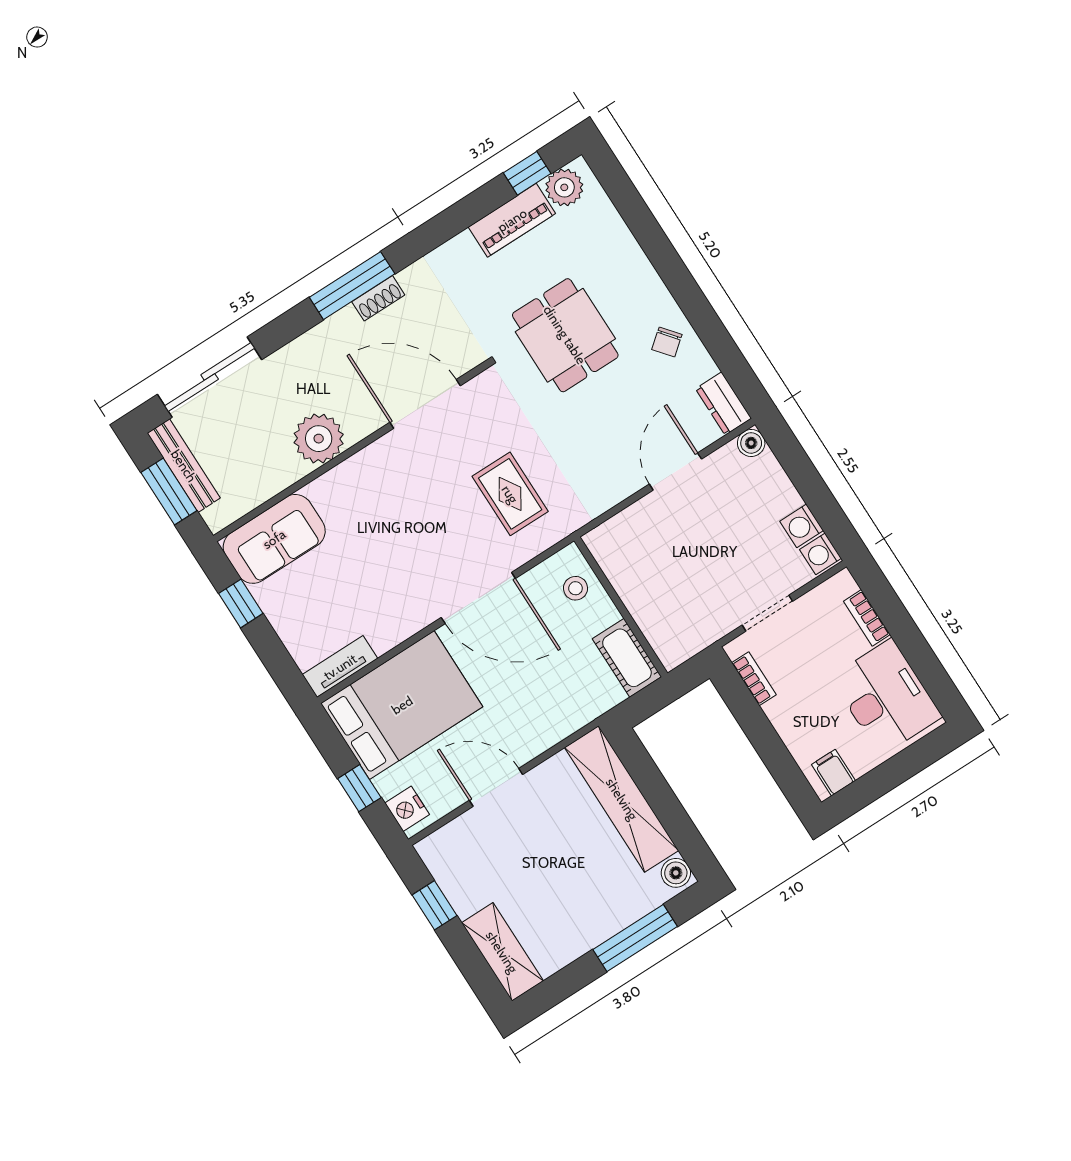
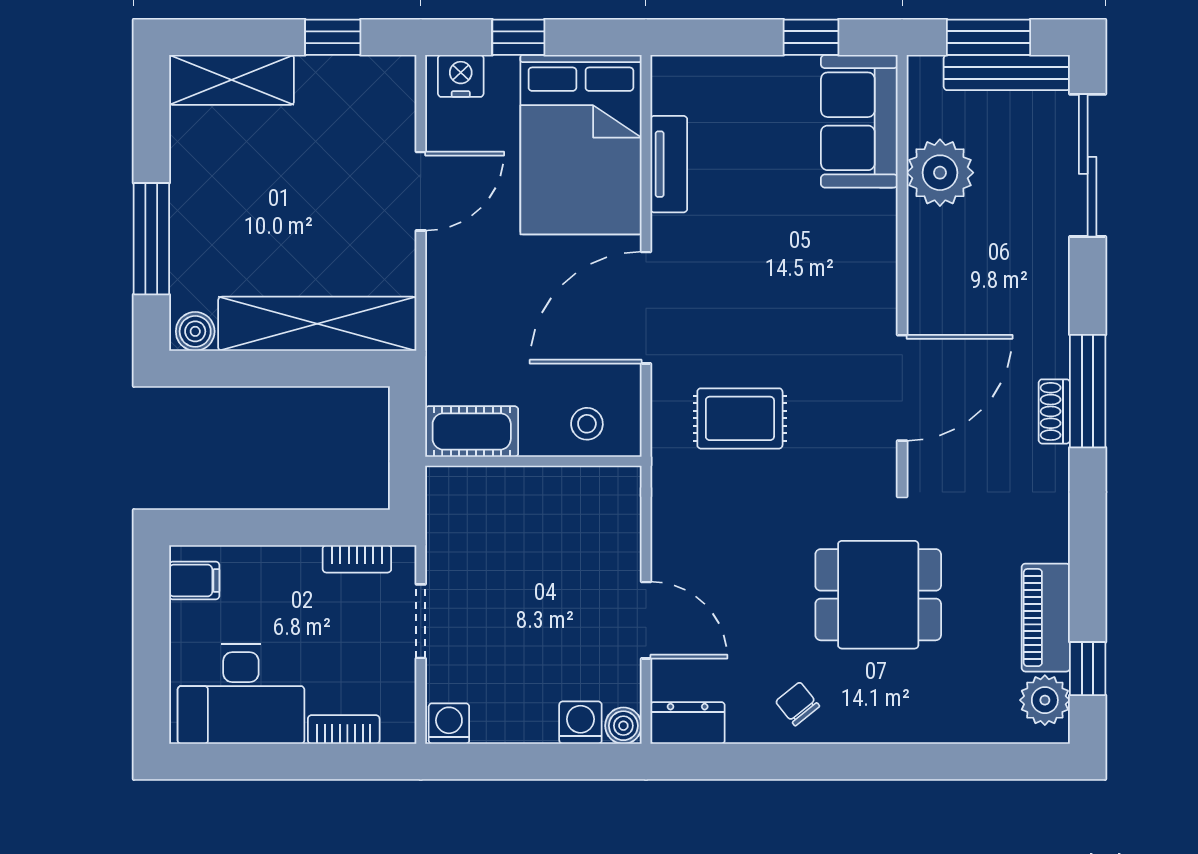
plant: (319, 439) -> (940, 173), moved
washing machine: (802, 526) -> (580, 723), moved
tv unit: (340, 667) -> (669, 164), moved

